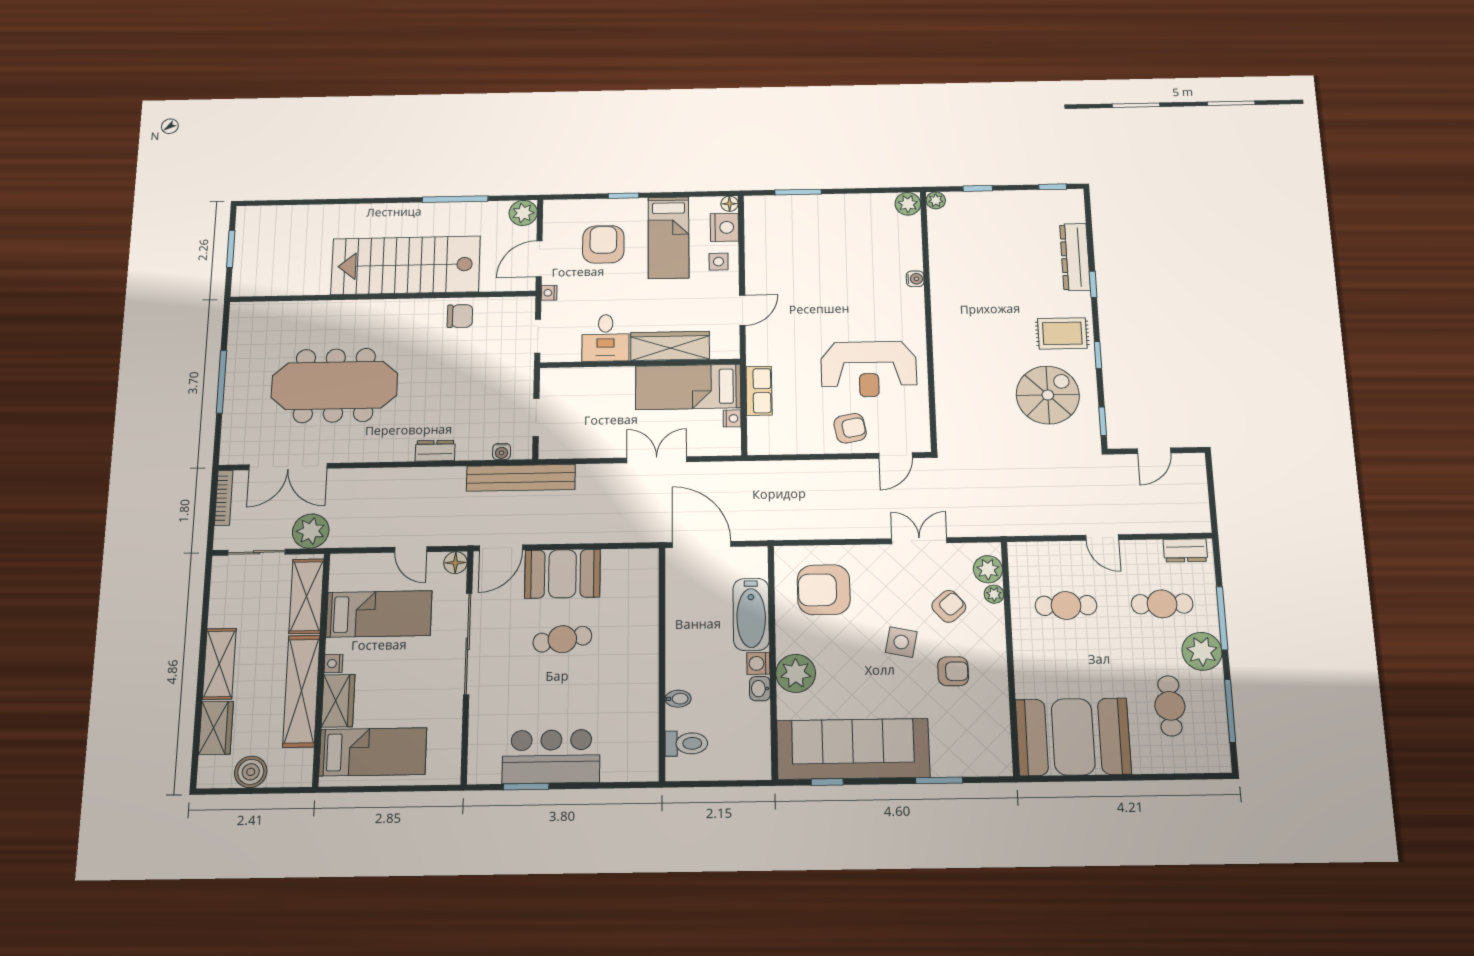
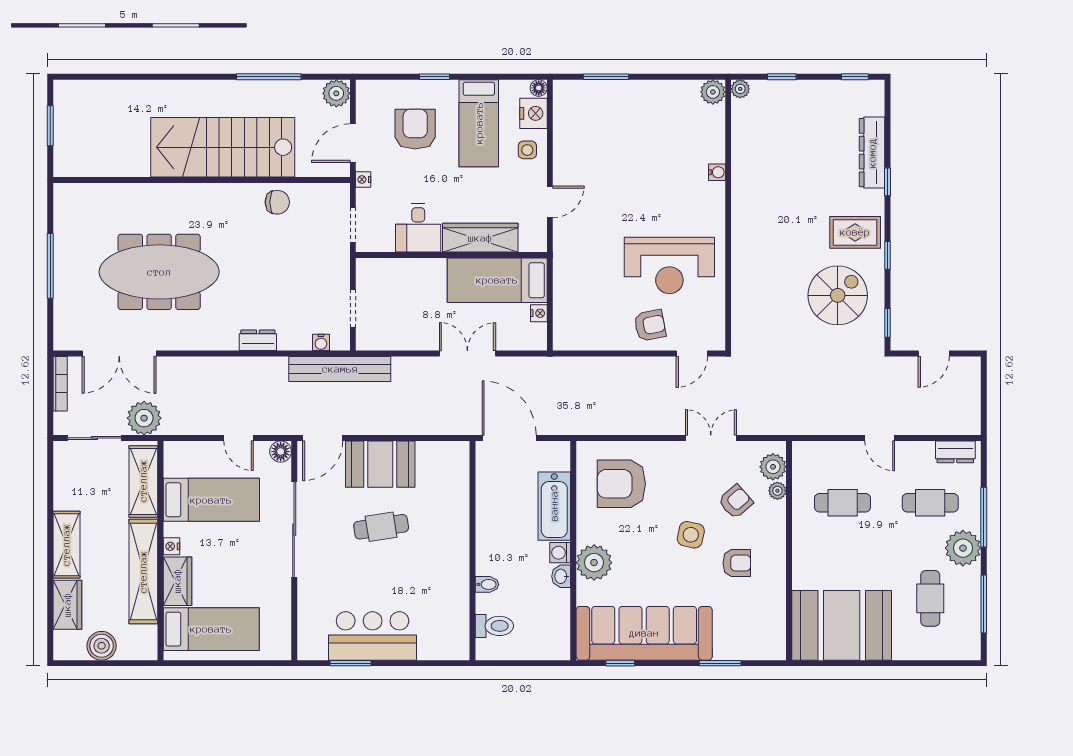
row of seats: (759, 391) -> (565, 286), removed

